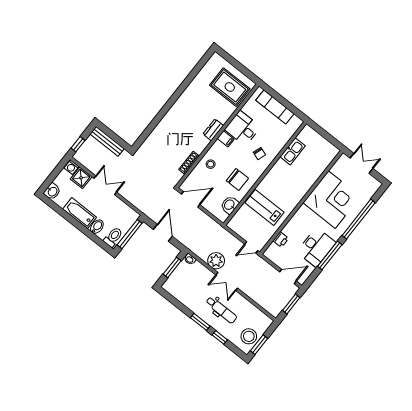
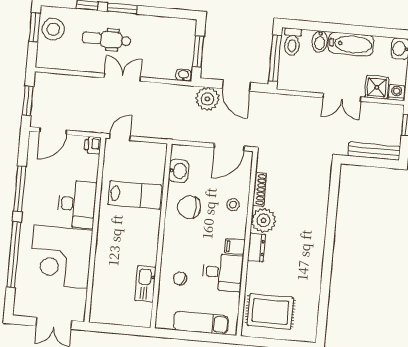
plant: (199, 143) -> (263, 220), added
chair: (259, 154) -> (180, 278), moved
printer: (281, 240) -> (93, 145), moved
desk: (316, 247) -> (77, 204), moved, turned 180
plant: (216, 261) -> (207, 99), moved

